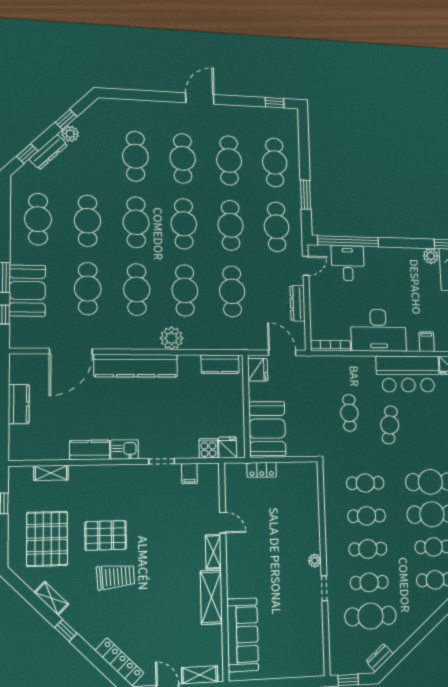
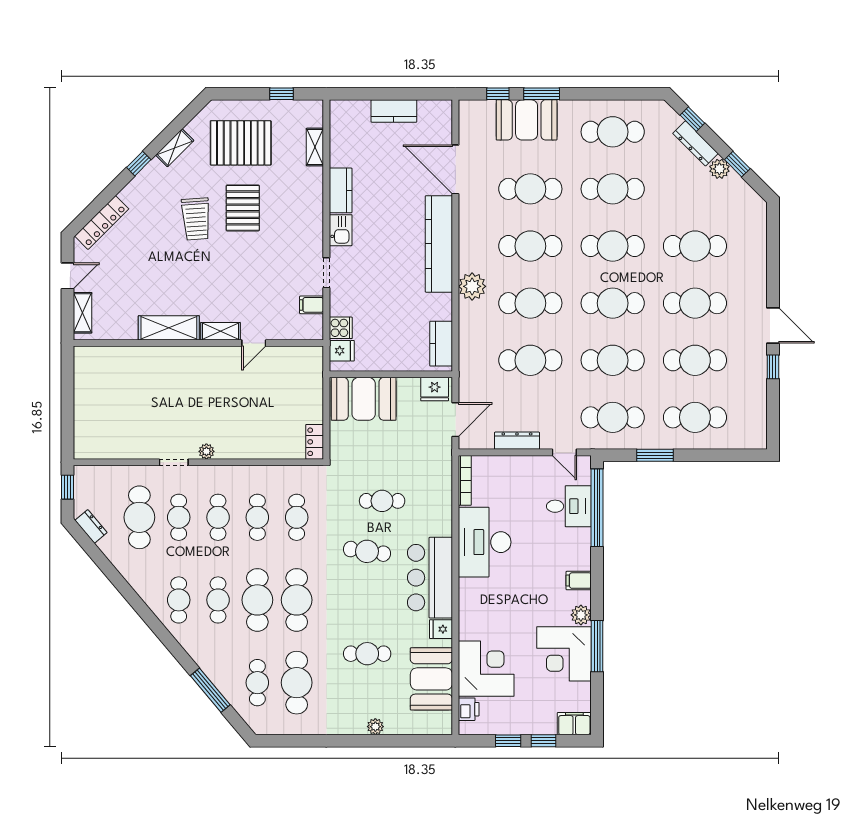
window: (275, 103) -> (773, 367), moved
filing cabinet: (427, 342) -> (579, 581), moved, turned 180
locker: (262, 470) -> (315, 442), moved
sofa: (243, 635) -> (125, 363), removed

